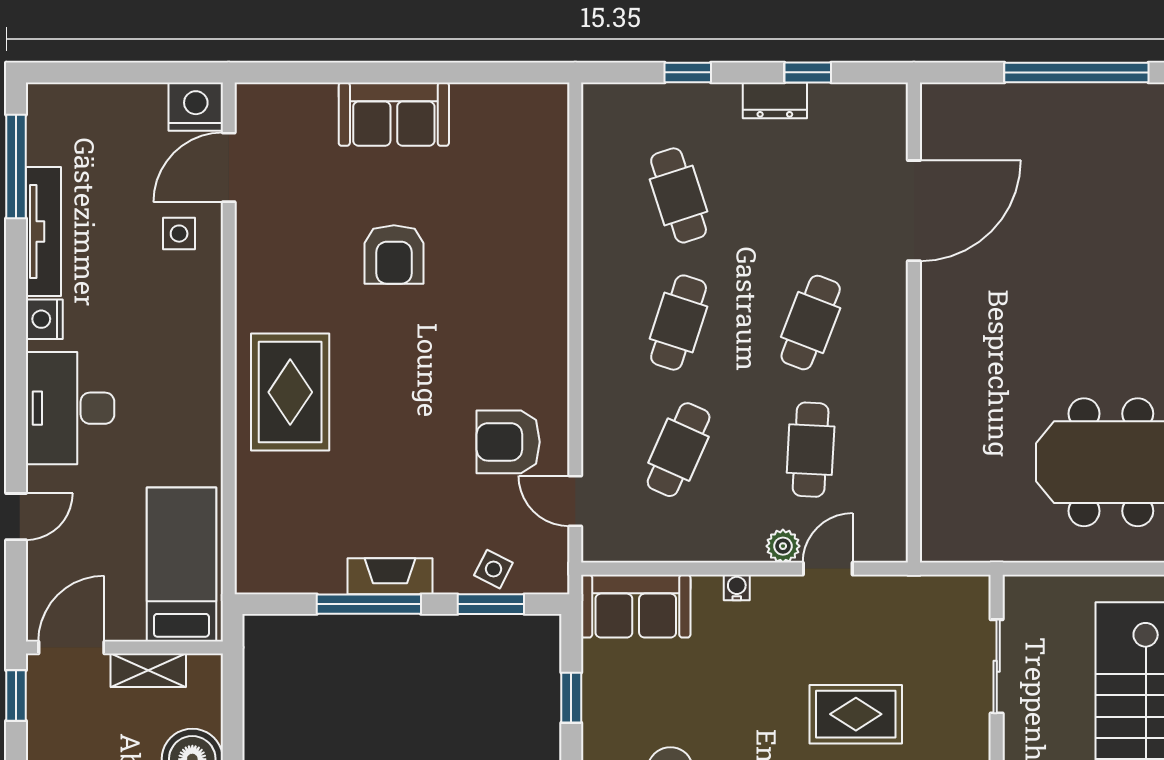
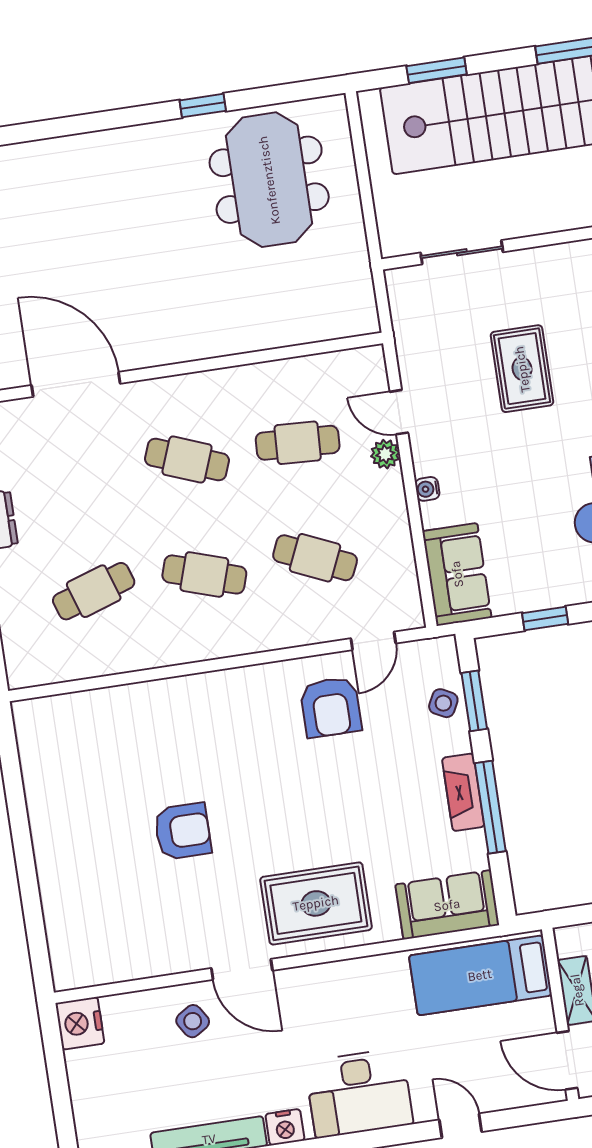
sofa: (394, 114) -> (447, 905), moved, turned -90
door: (229, 167) -> (242, 969), moved
side table: (179, 234) -> (193, 1021), turned -33

